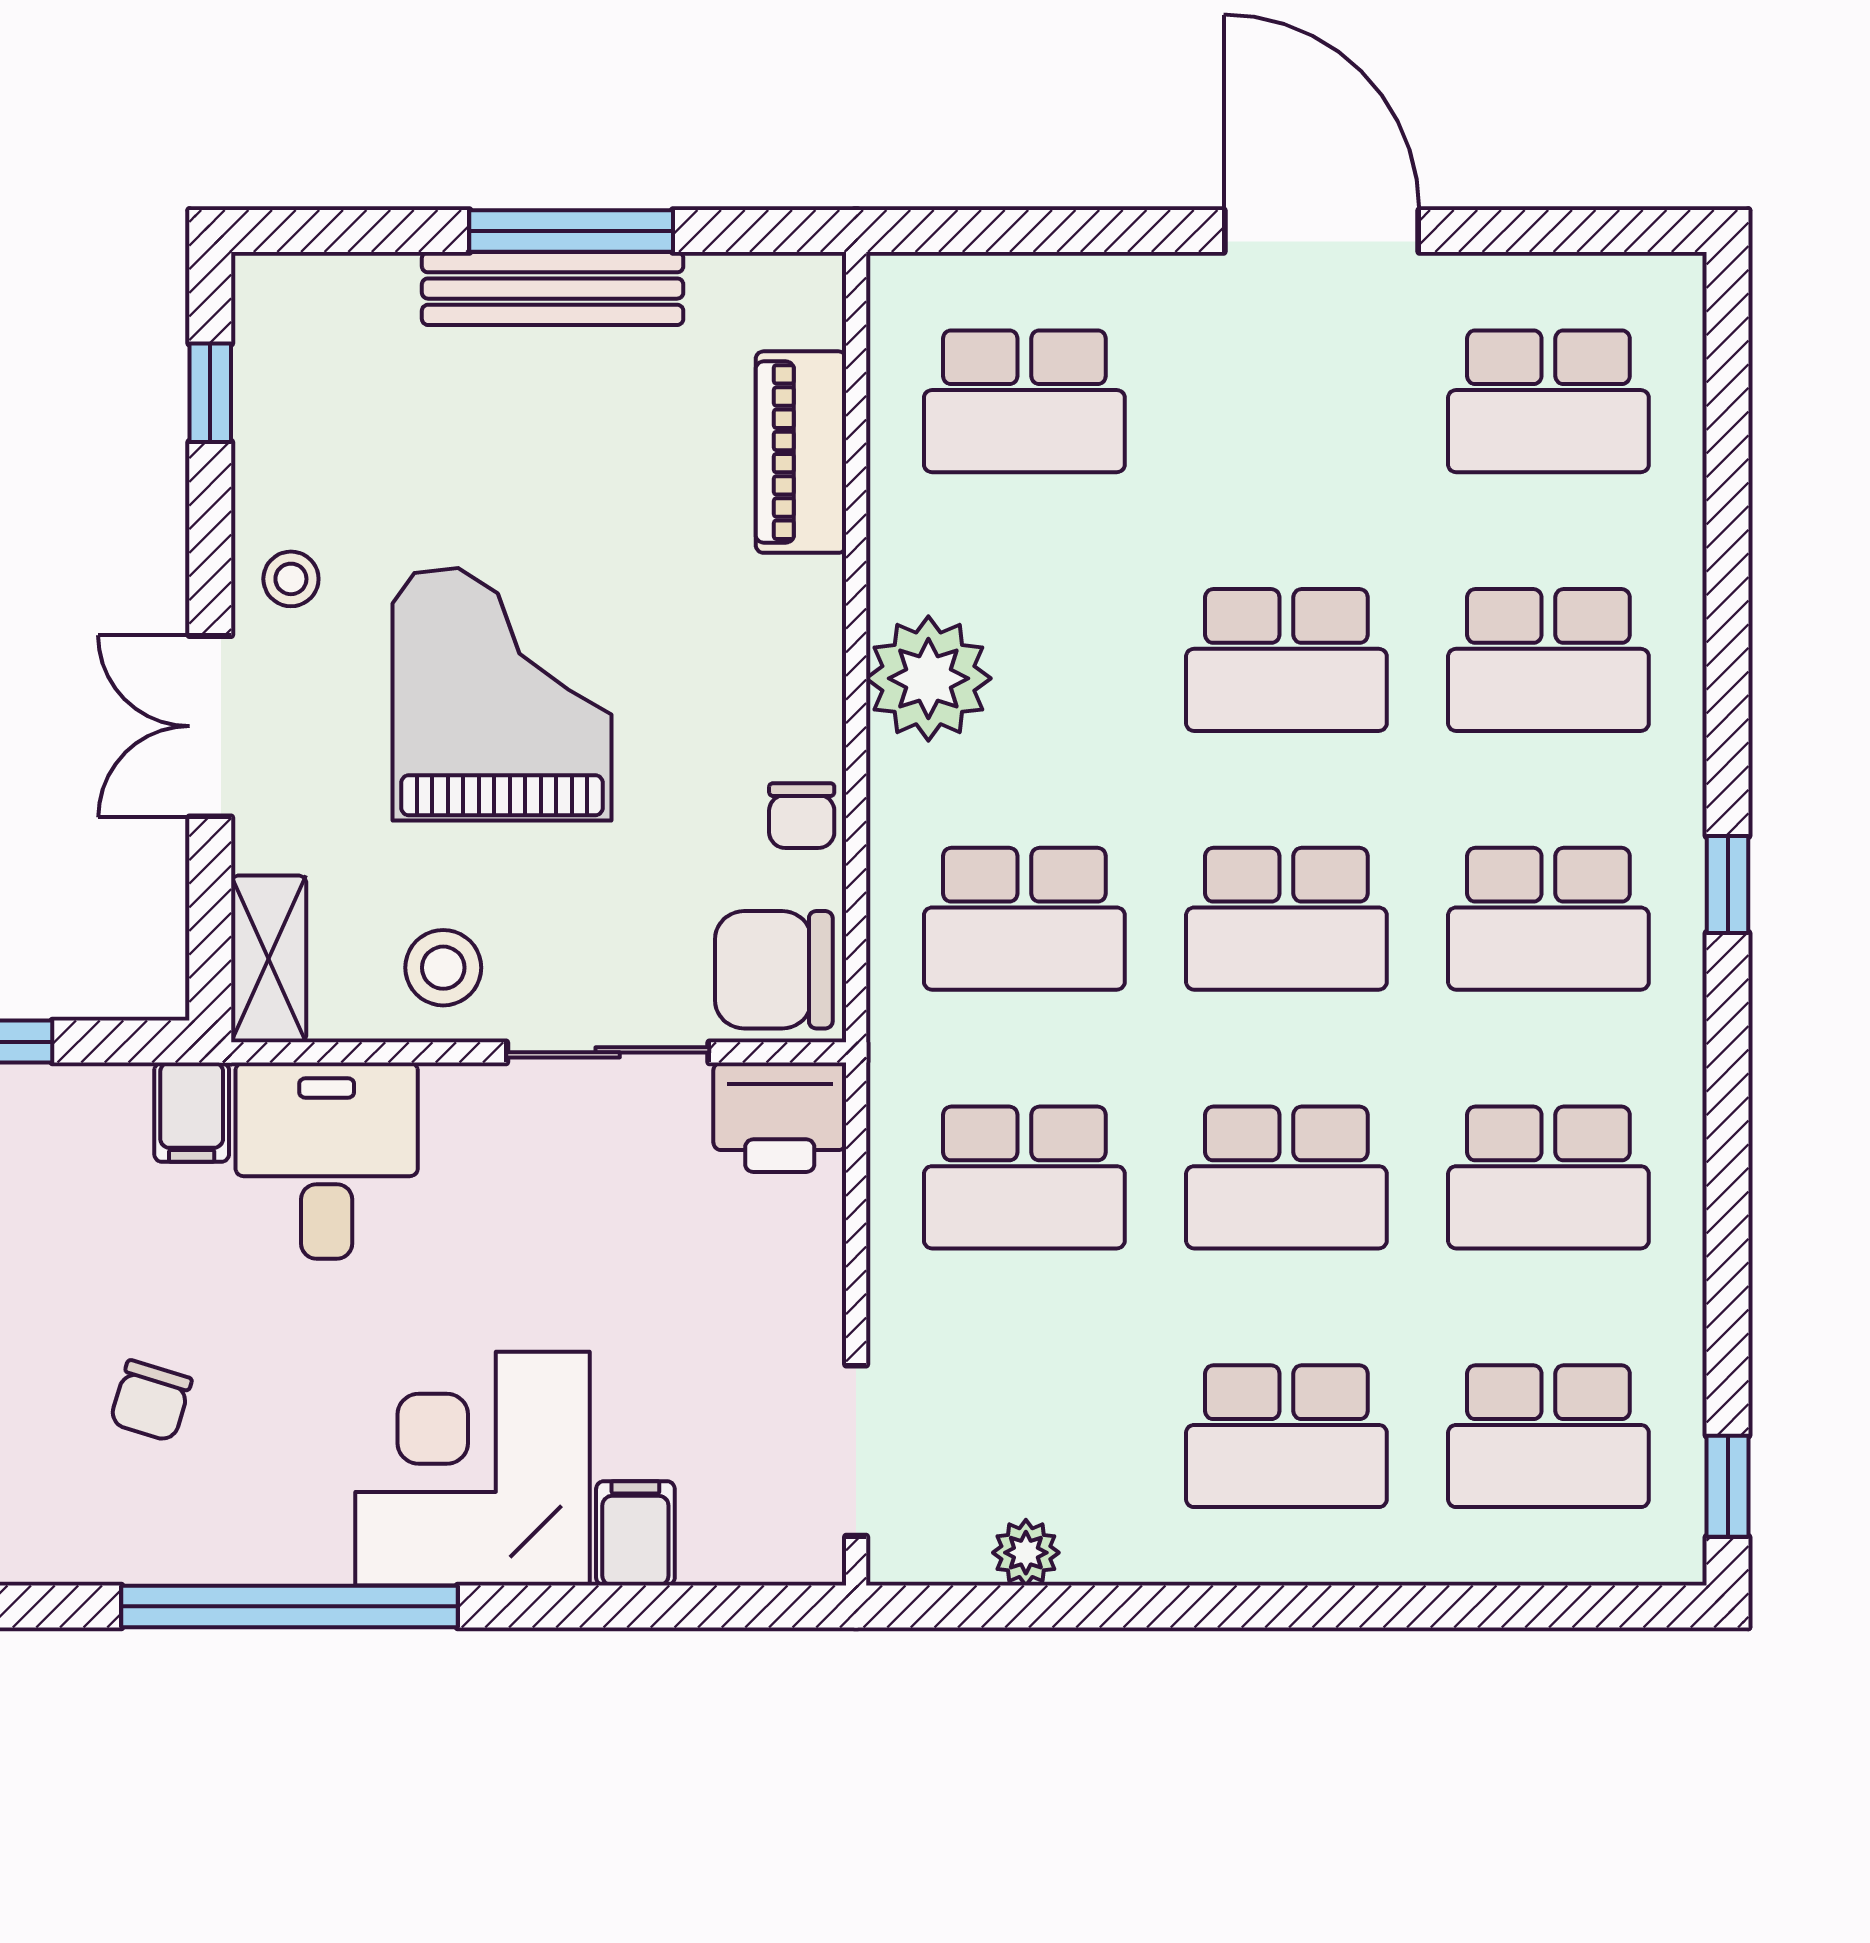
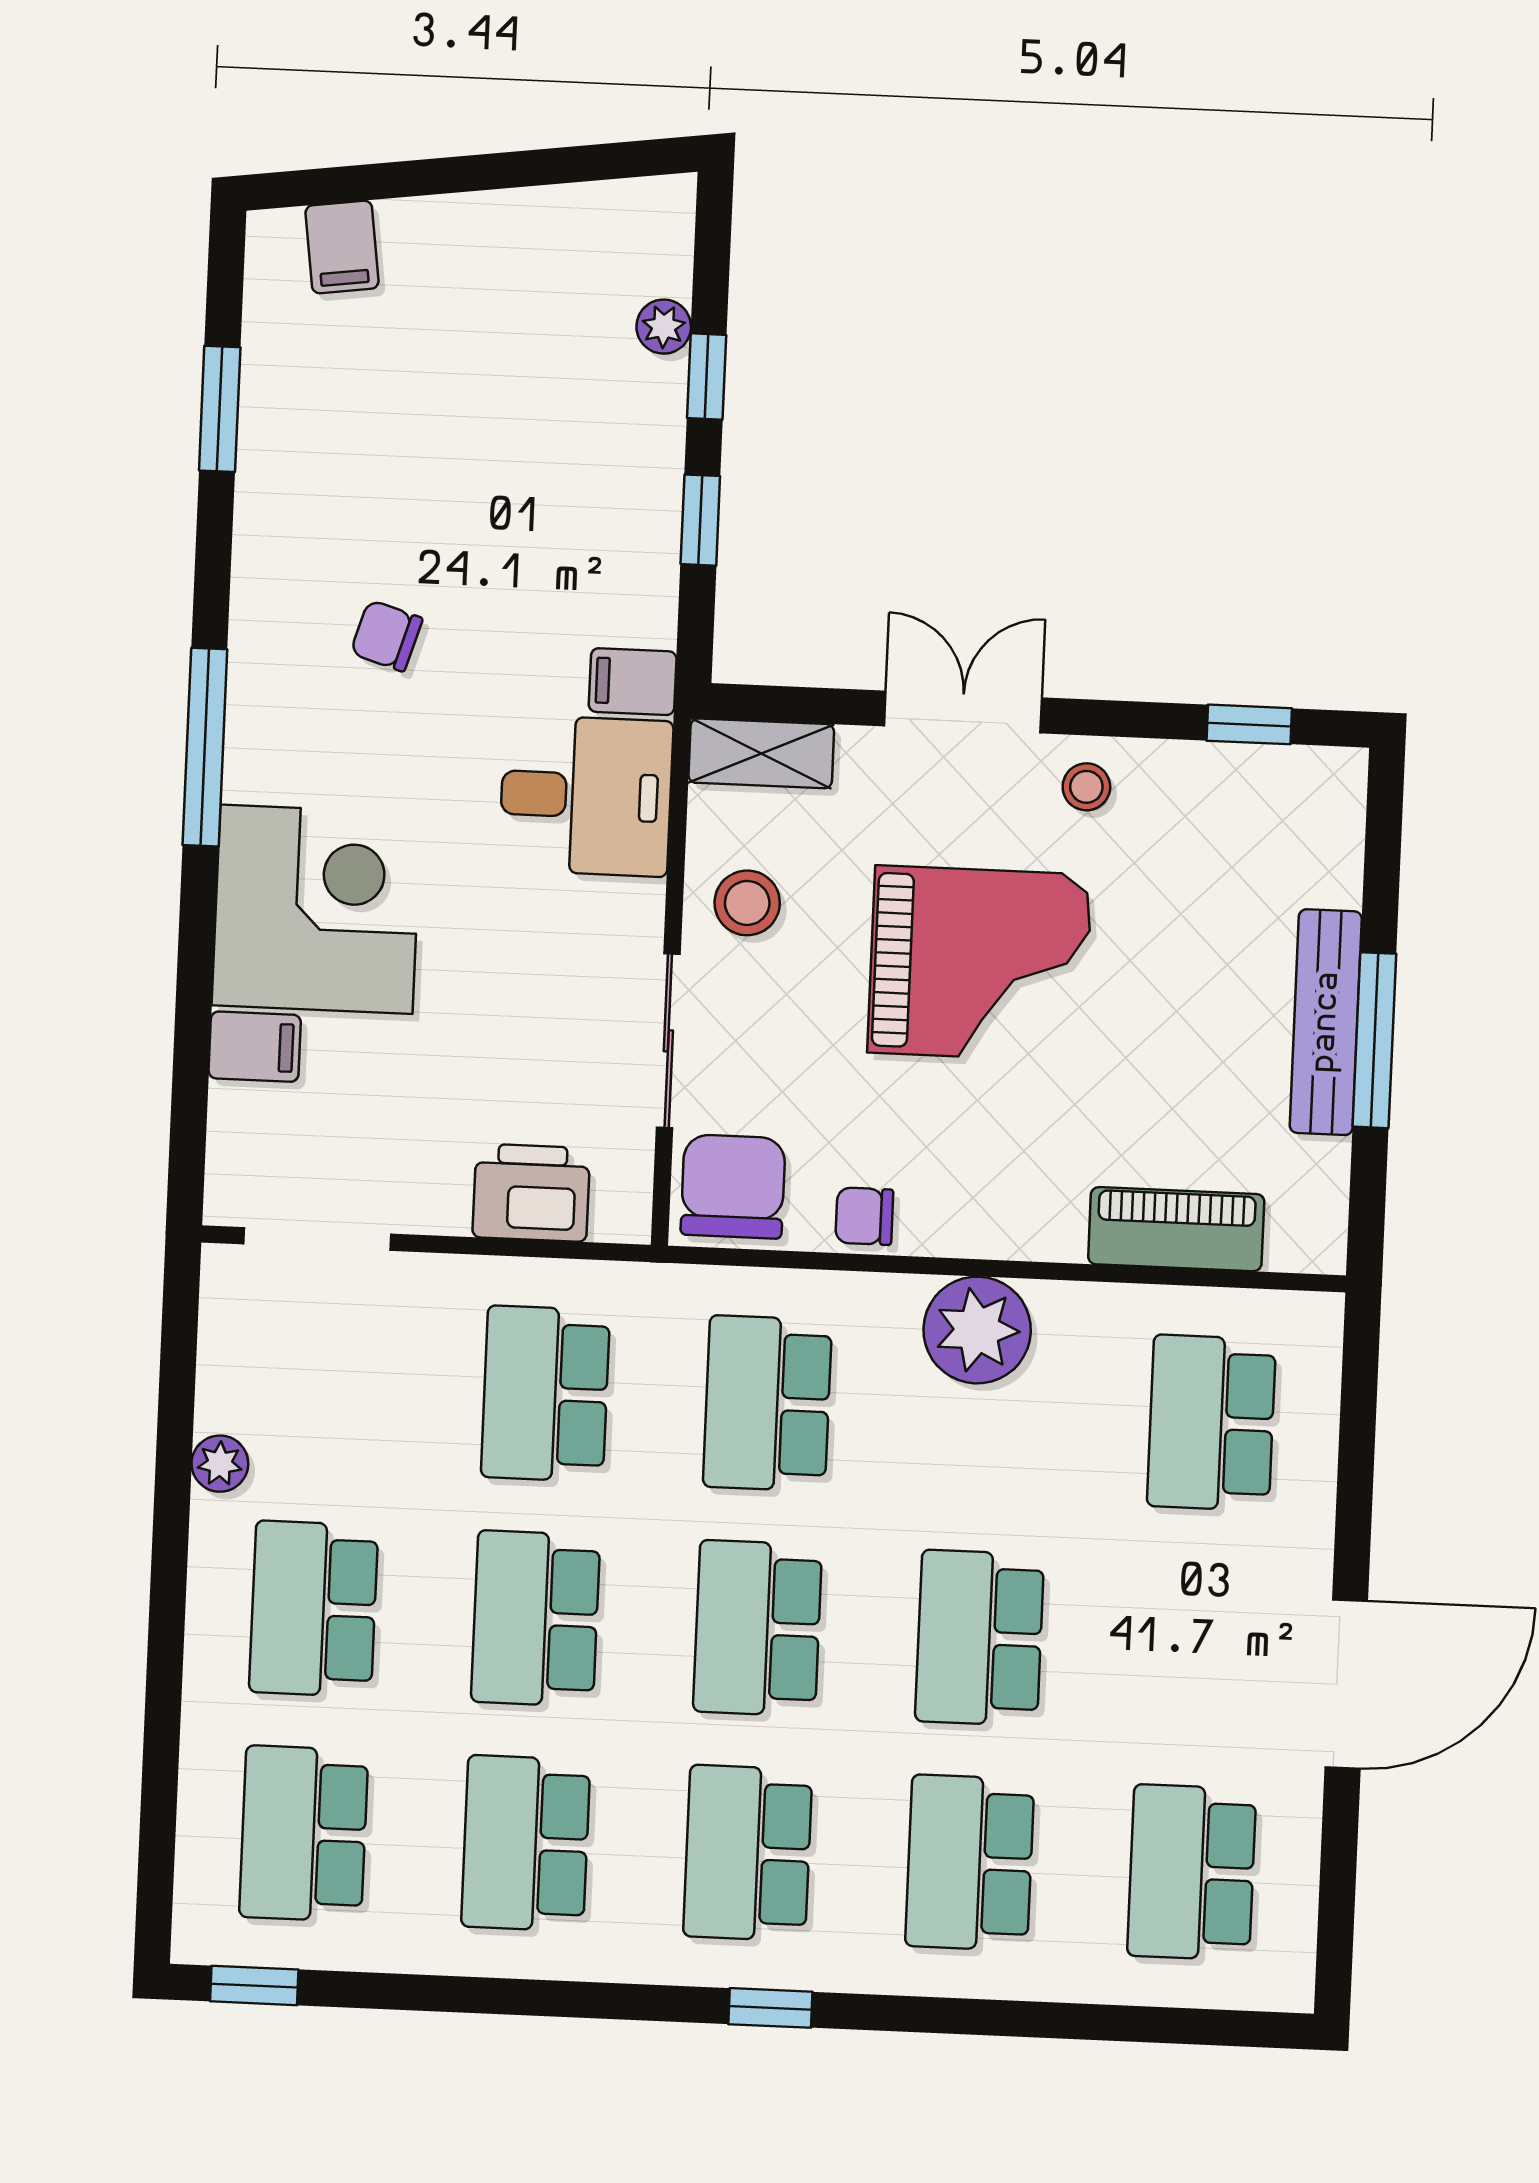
printer: (780, 1117) -> (531, 1193), moved, turned 90
plant: (1026, 1553) -> (220, 1464), moved
window: (290, 1606) -> (205, 747), width x0.68

